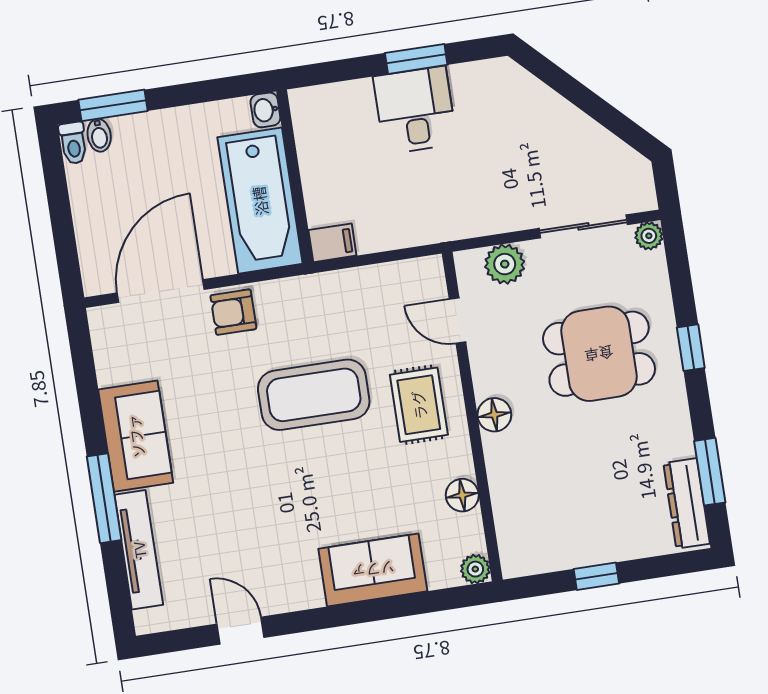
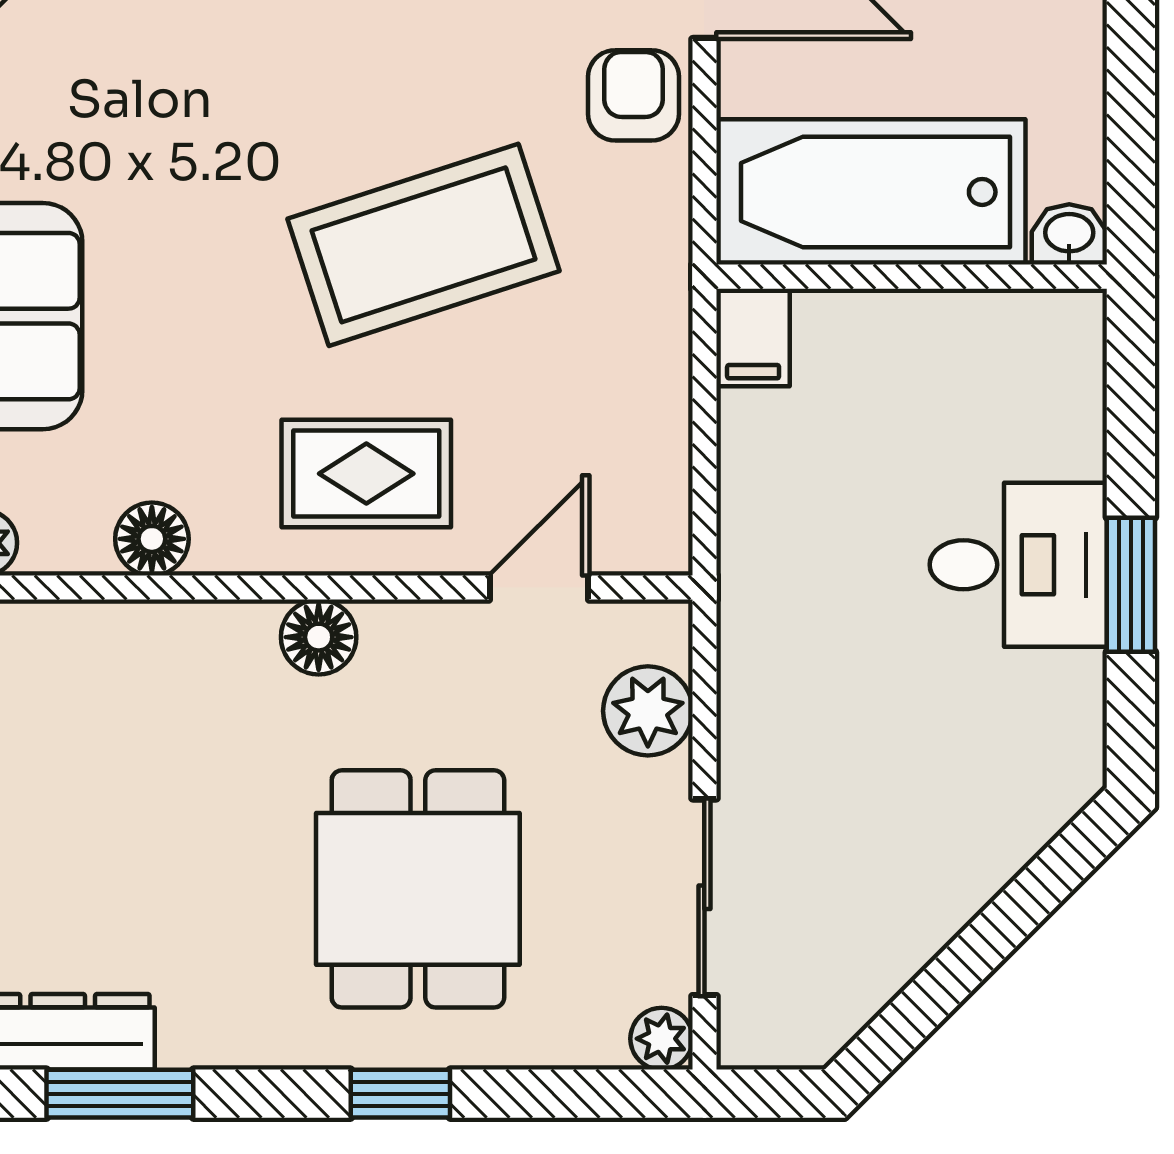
coffee table: (314, 395) -> (424, 245), turned 72

